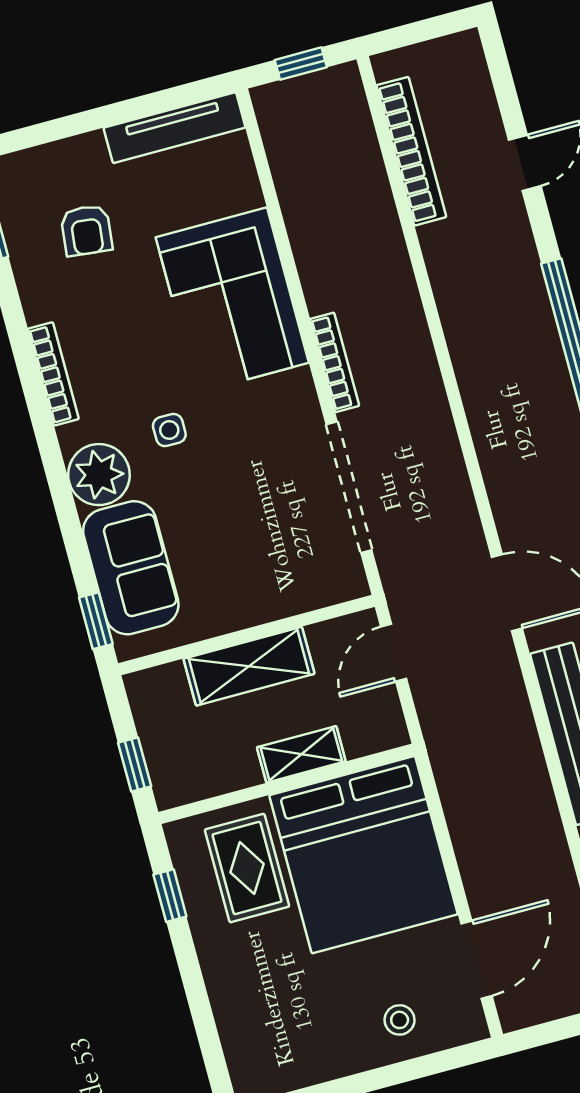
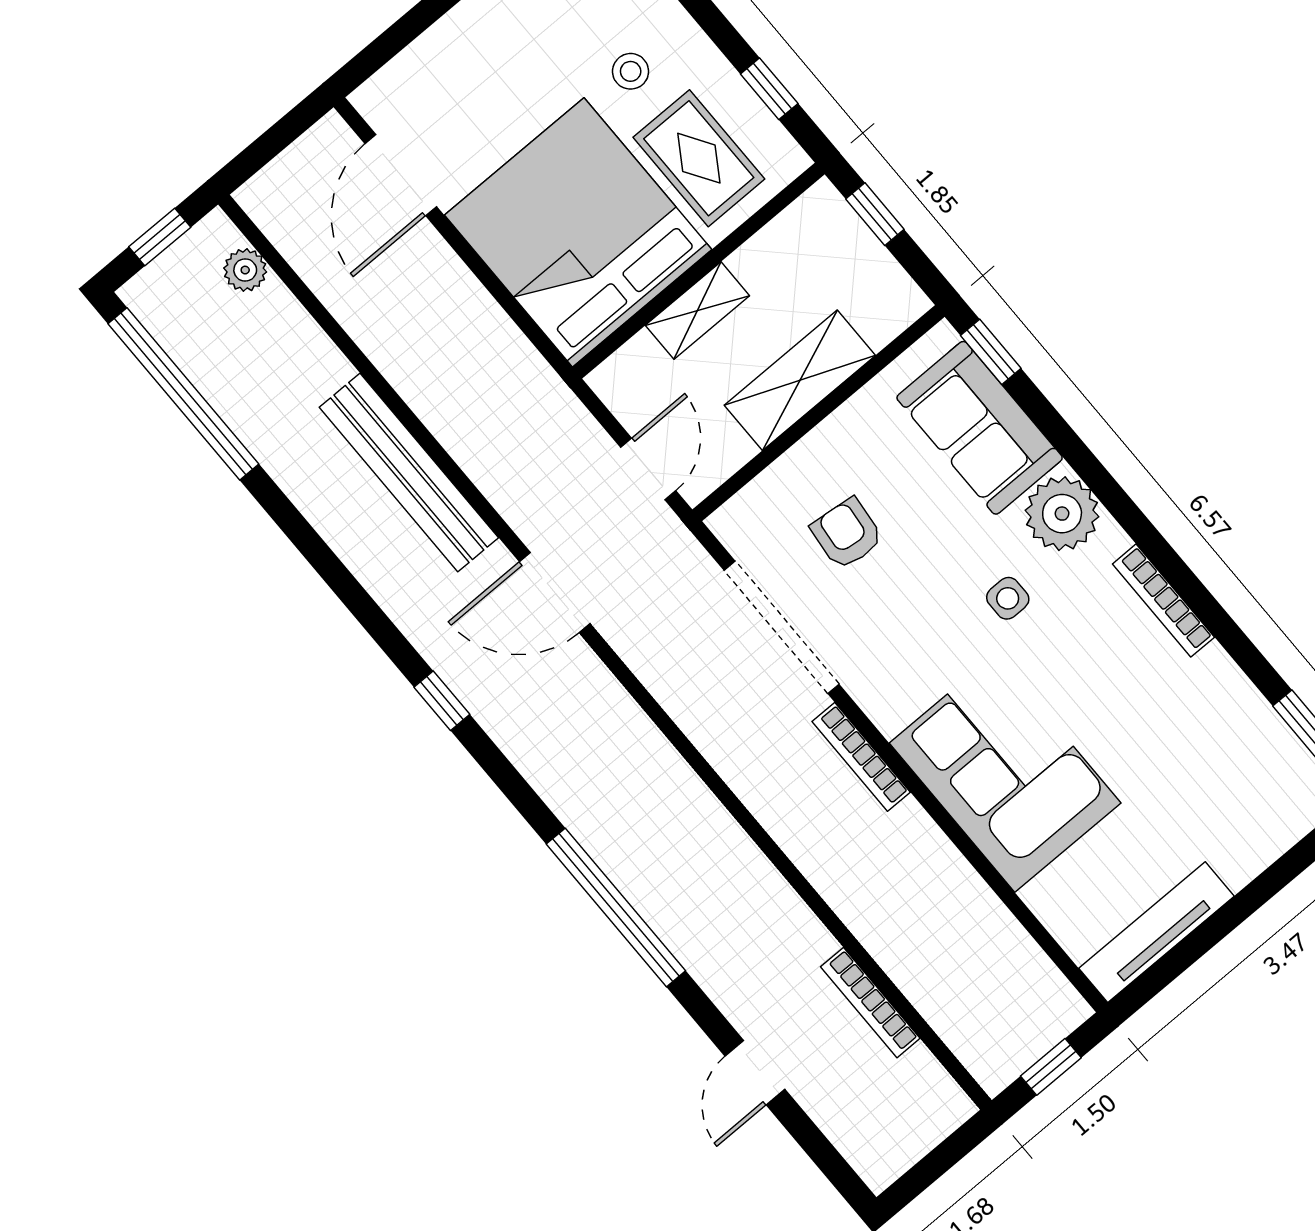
bookcase: (411, 151) -> (870, 1003), width x0.68, depth x0.76
armchair: (86, 230) -> (847, 534), moved
stool: (400, 1020) -> (631, 71), moved

